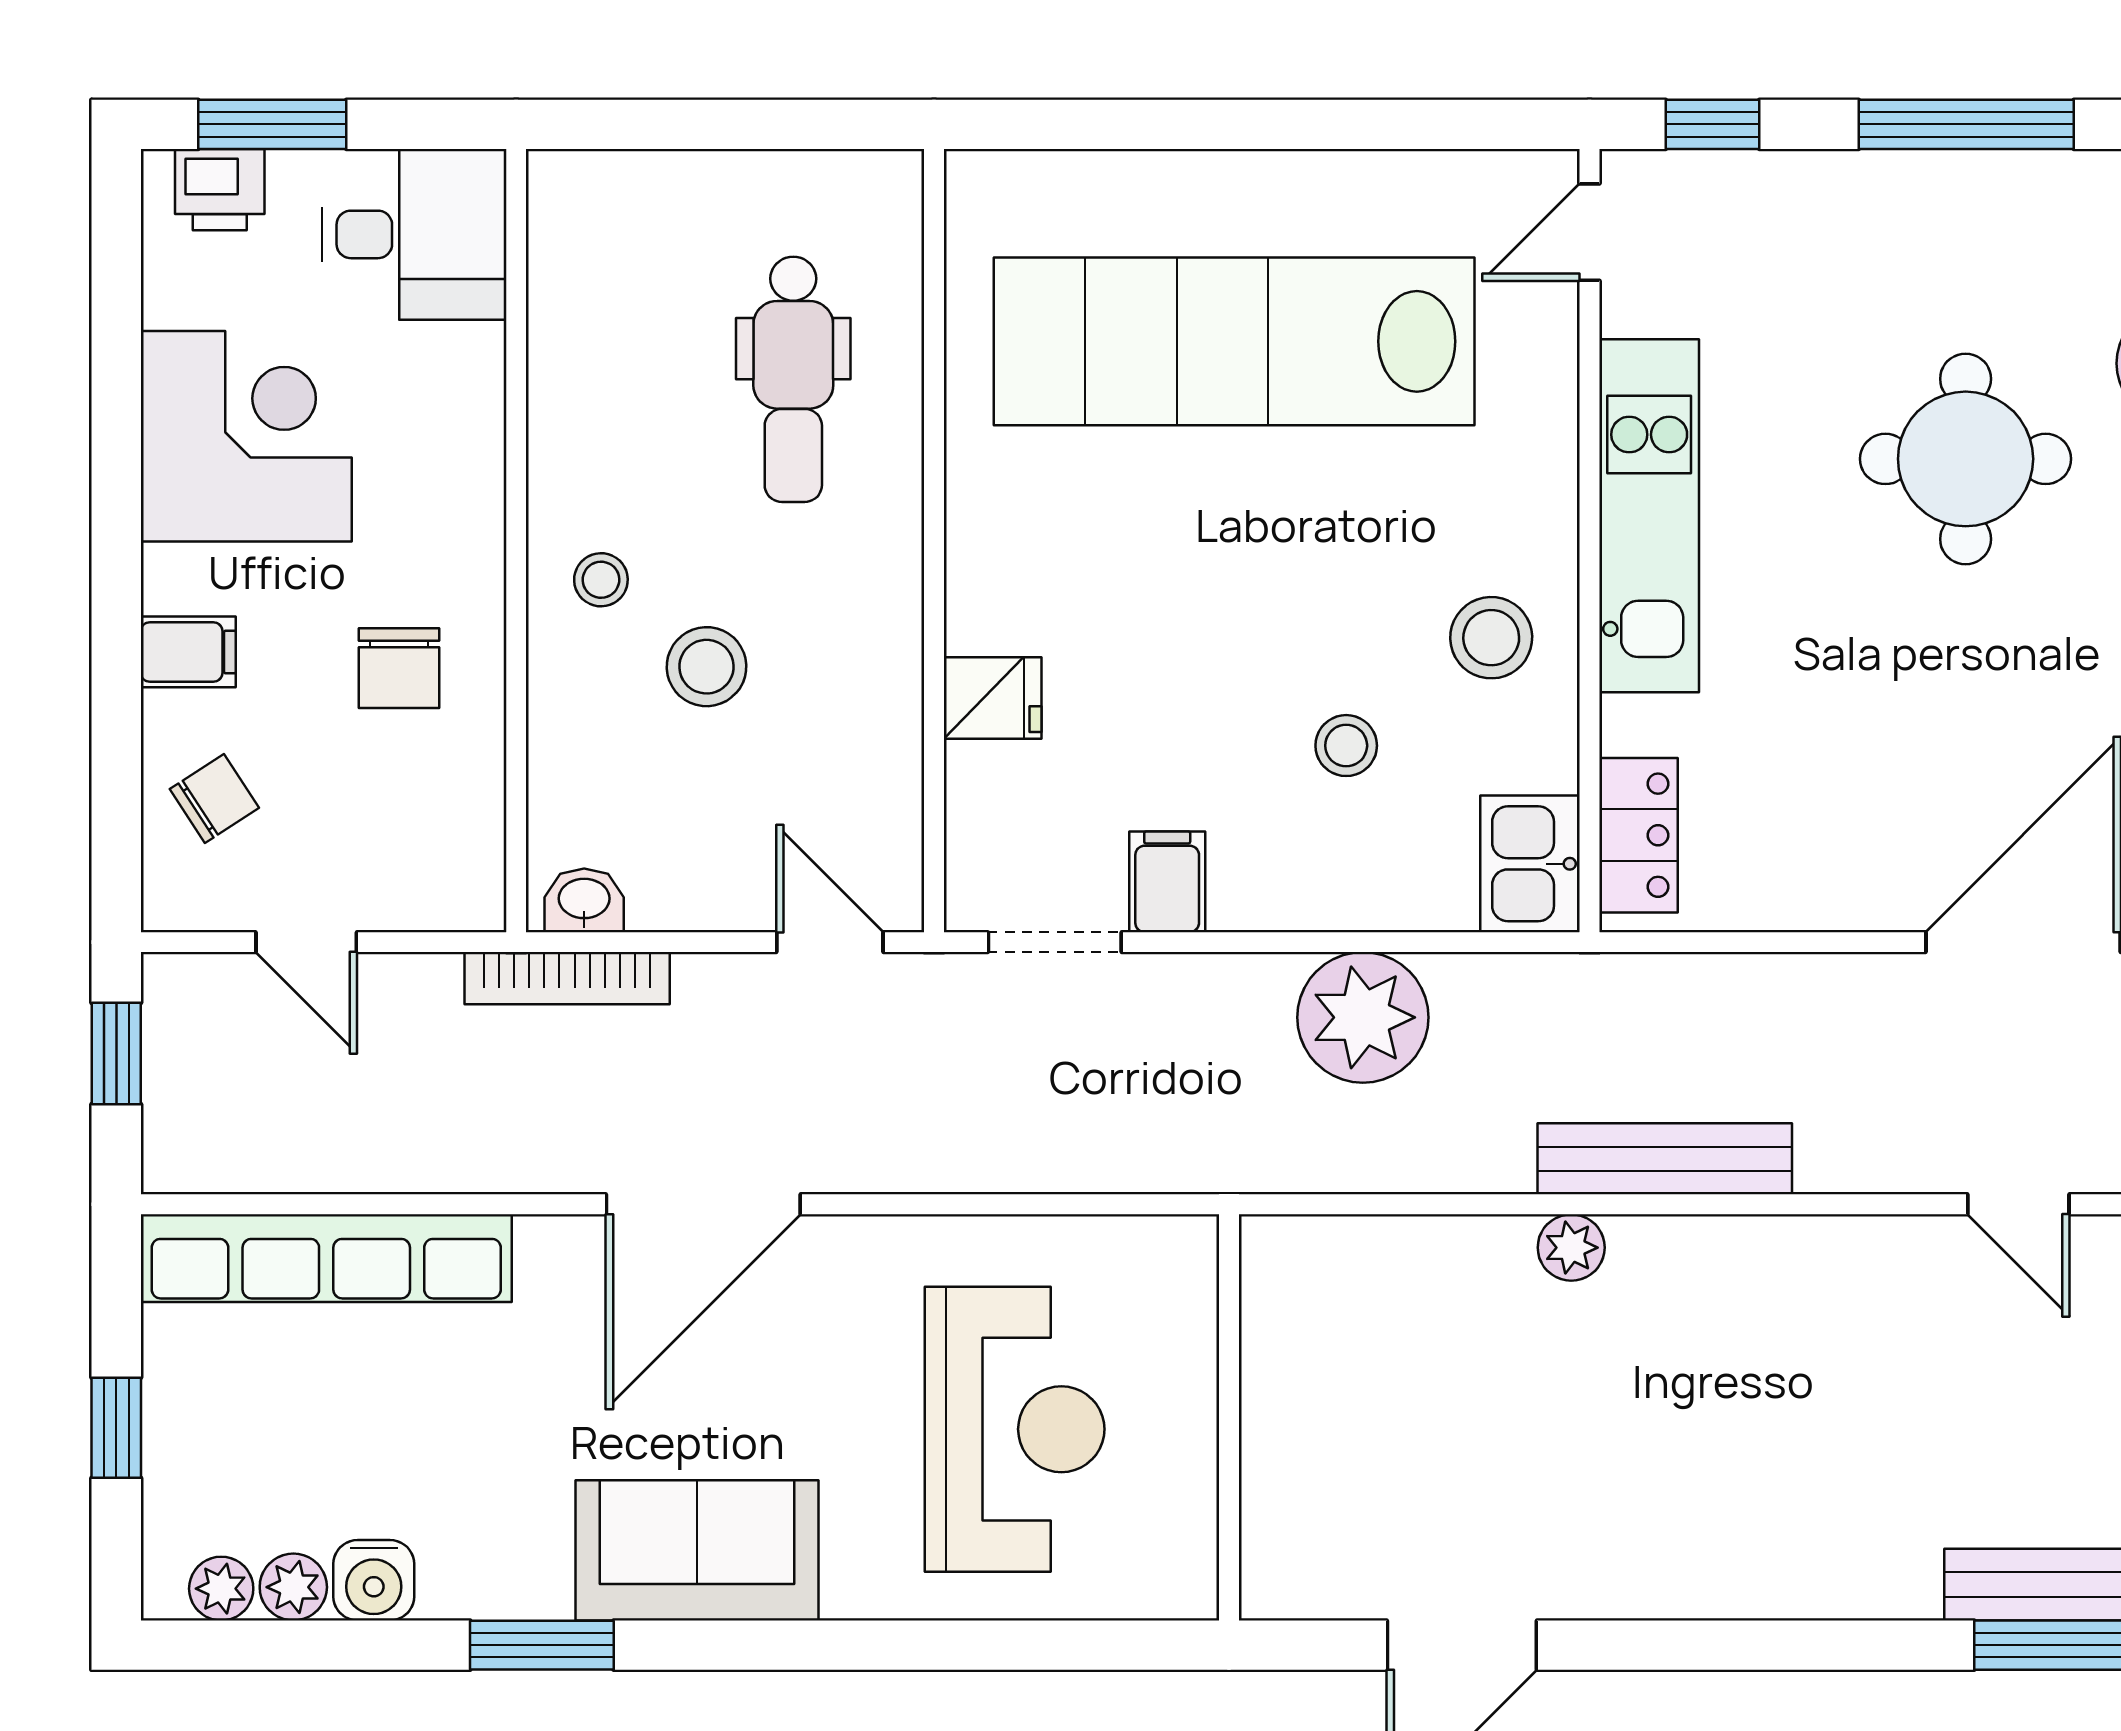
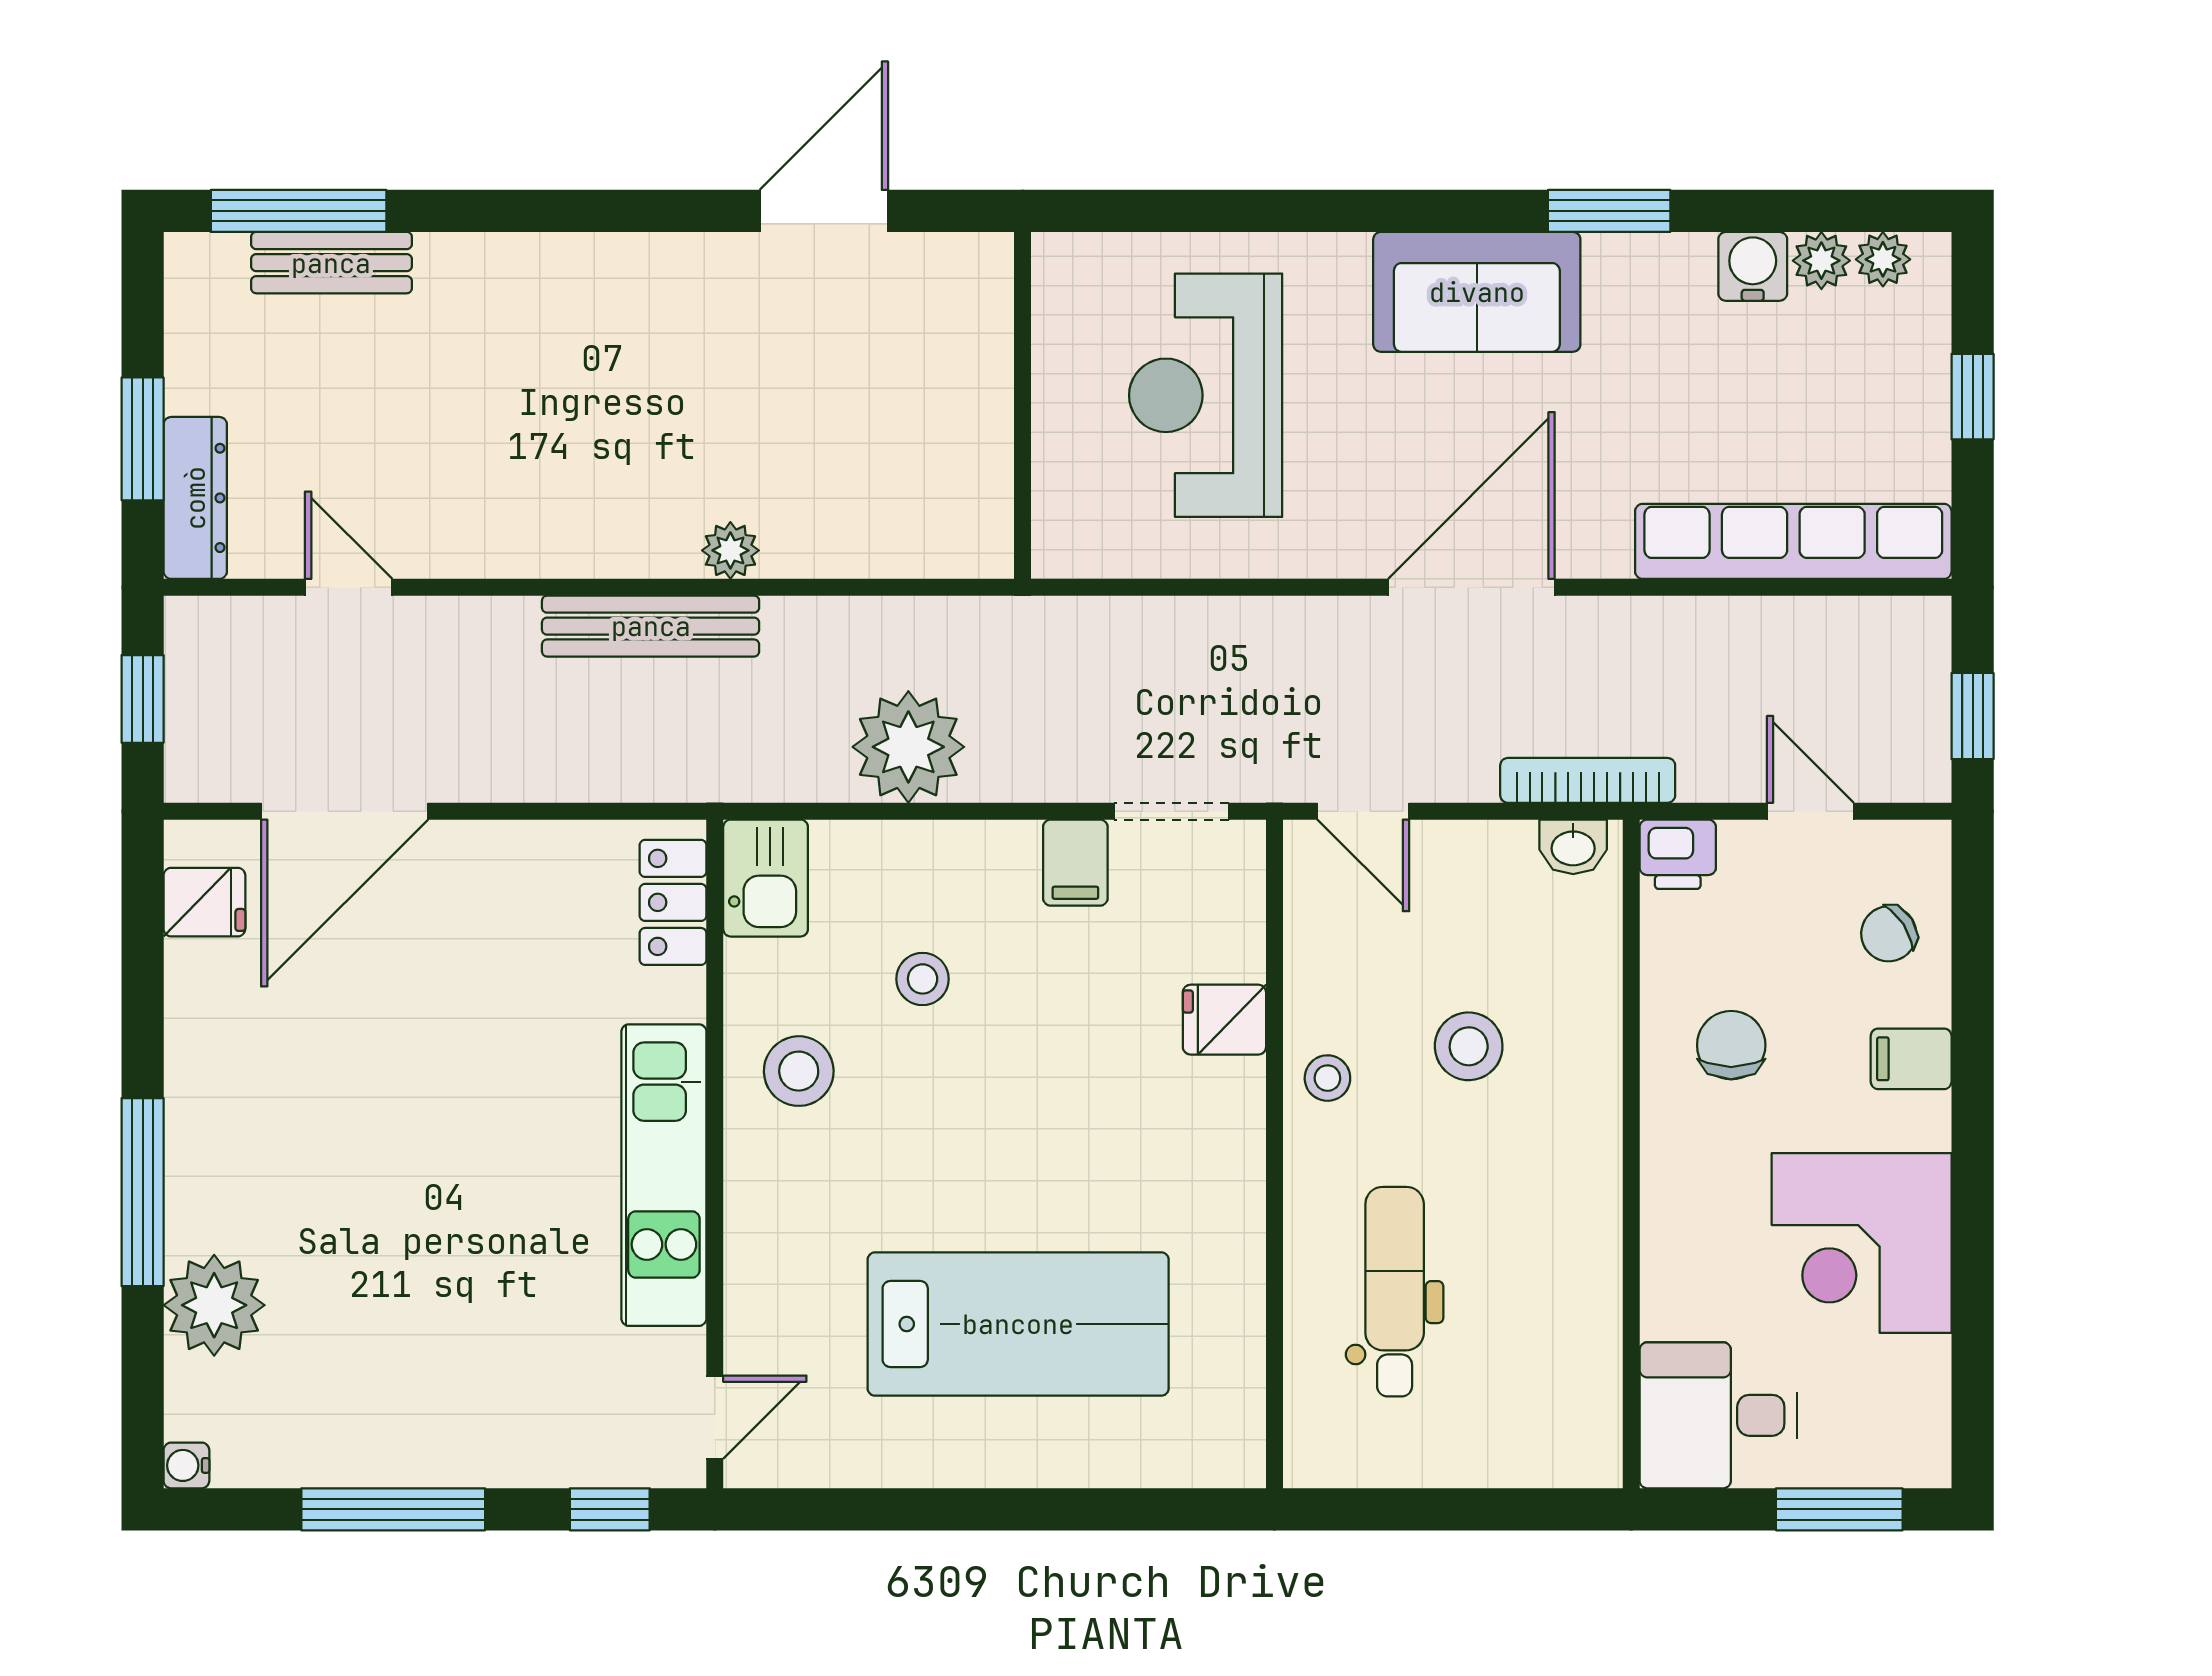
printer: (220, 190) -> (1678, 854), moved, turned 180
lab bench: (1234, 341) -> (1018, 1324), width x0.73
round table: (1966, 459) -> (394, 1224), removed
stool: (601, 580) -> (1327, 1078), moved

